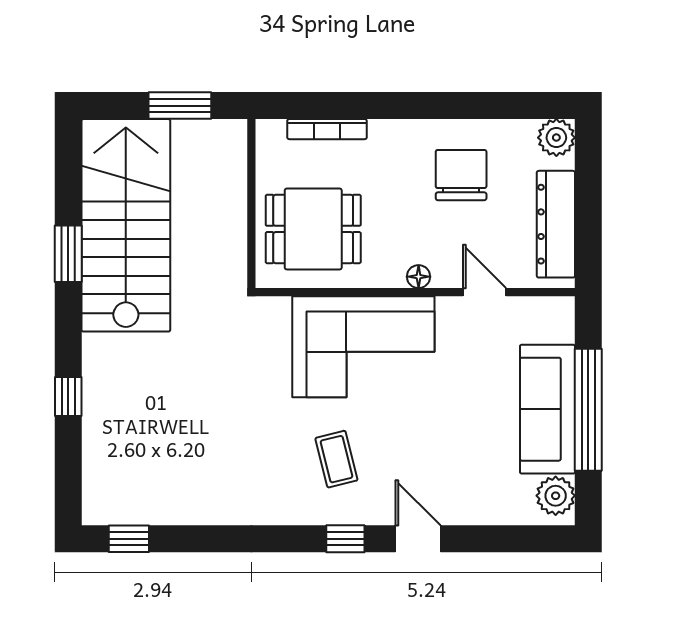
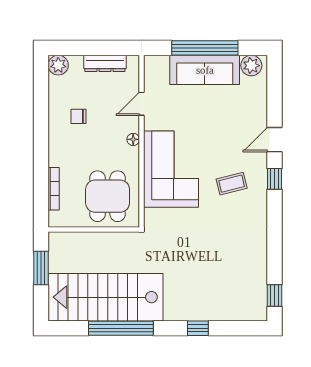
chair: (461, 175) -> (78, 116), width x0.54, depth x0.54
dresser: (556, 224) -> (105, 63), width x0.73, depth x0.80
window: (68, 254) -> (121, 328), width x2.11

